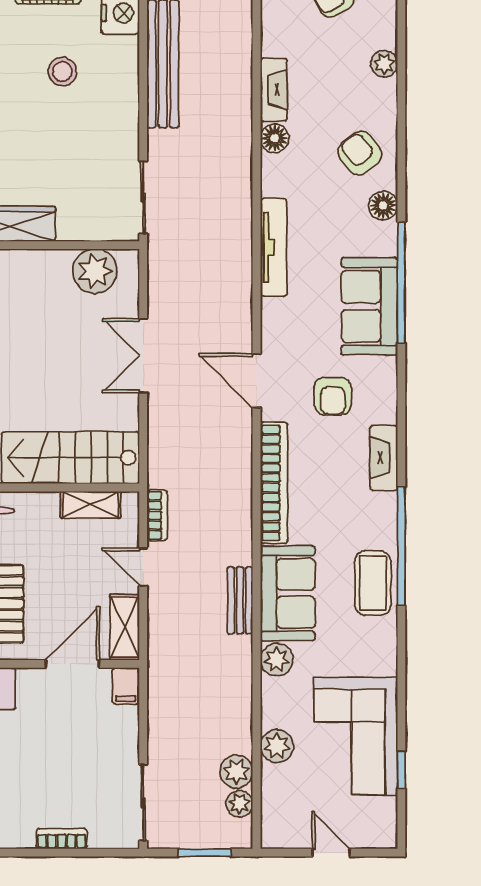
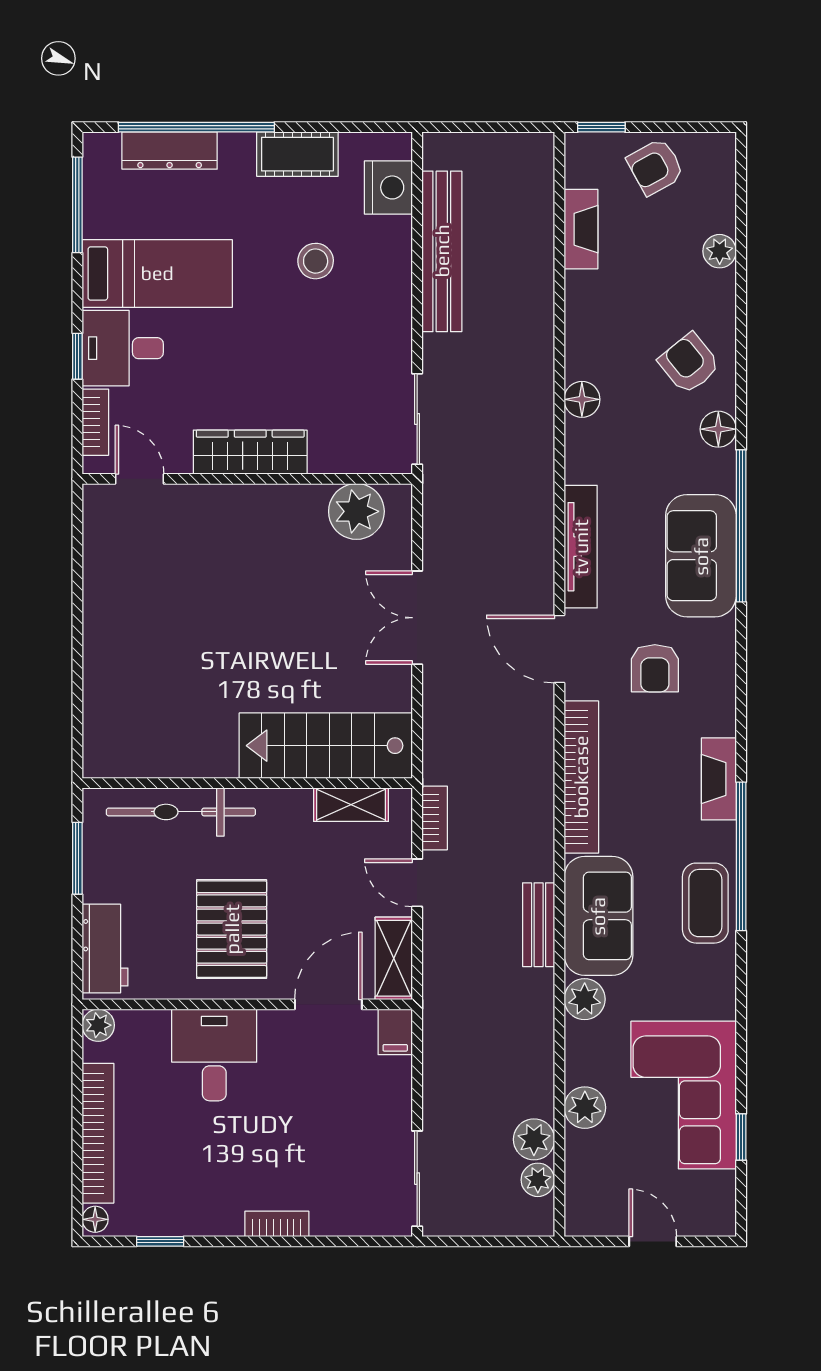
fireplace: (274, 90) -> (581, 229), moved
floor lamp: (275, 138) -> (582, 399), moved
tv unit: (274, 247) -> (581, 547), moved
fireplace: (384, 458) -> (719, 779), moved
bookcase: (62, 839) -> (277, 1224), moved
window: (205, 853) -> (494, 1241), removed

